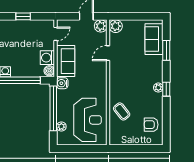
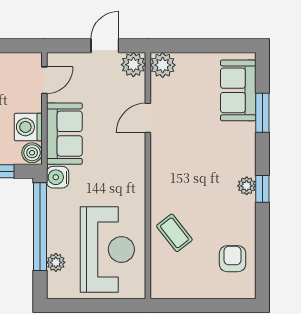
armchair: (151, 125) -> (233, 259), turned 90

